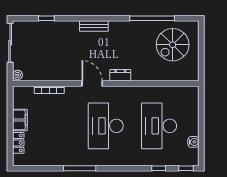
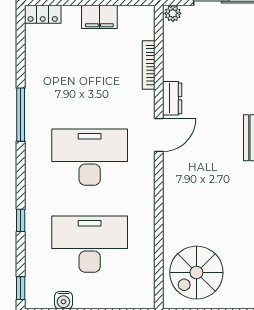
spiral stairs: (173, 45) -> (196, 273), moved, turned -90
dresser: (120, 75) -> (172, 98), moved
locker: (18, 143) -> (43, 14), moved
window: (159, 168) -> (21, 220), moved

